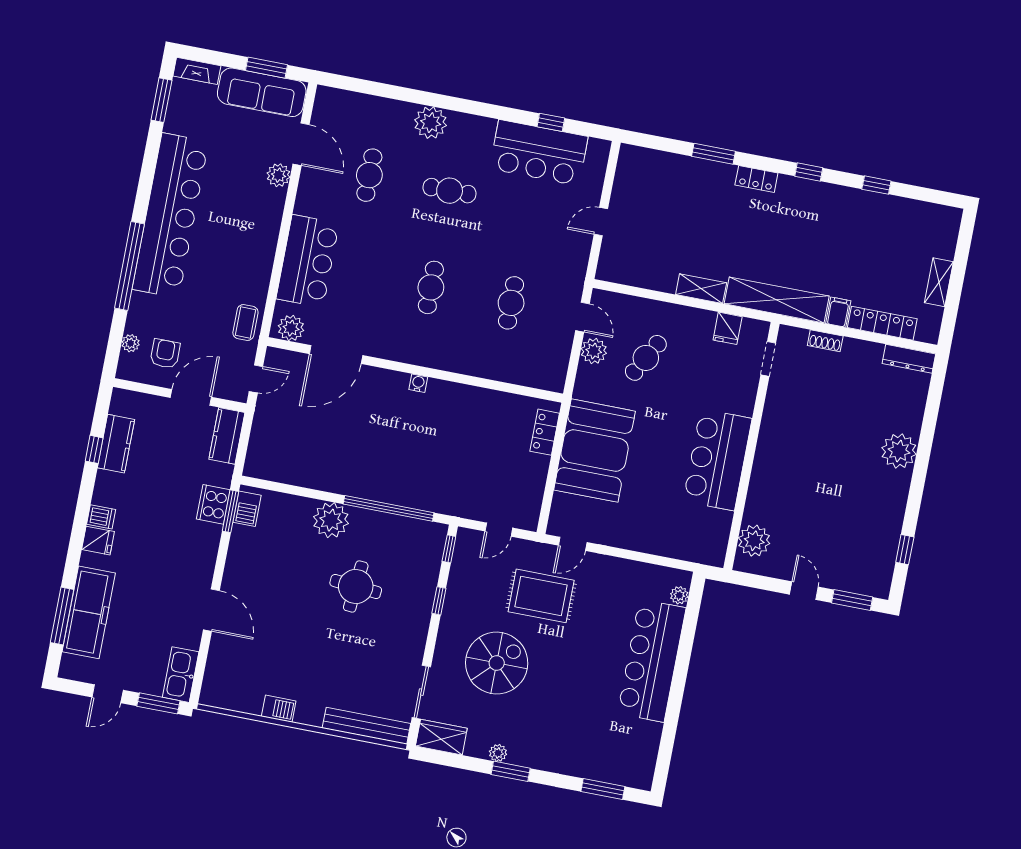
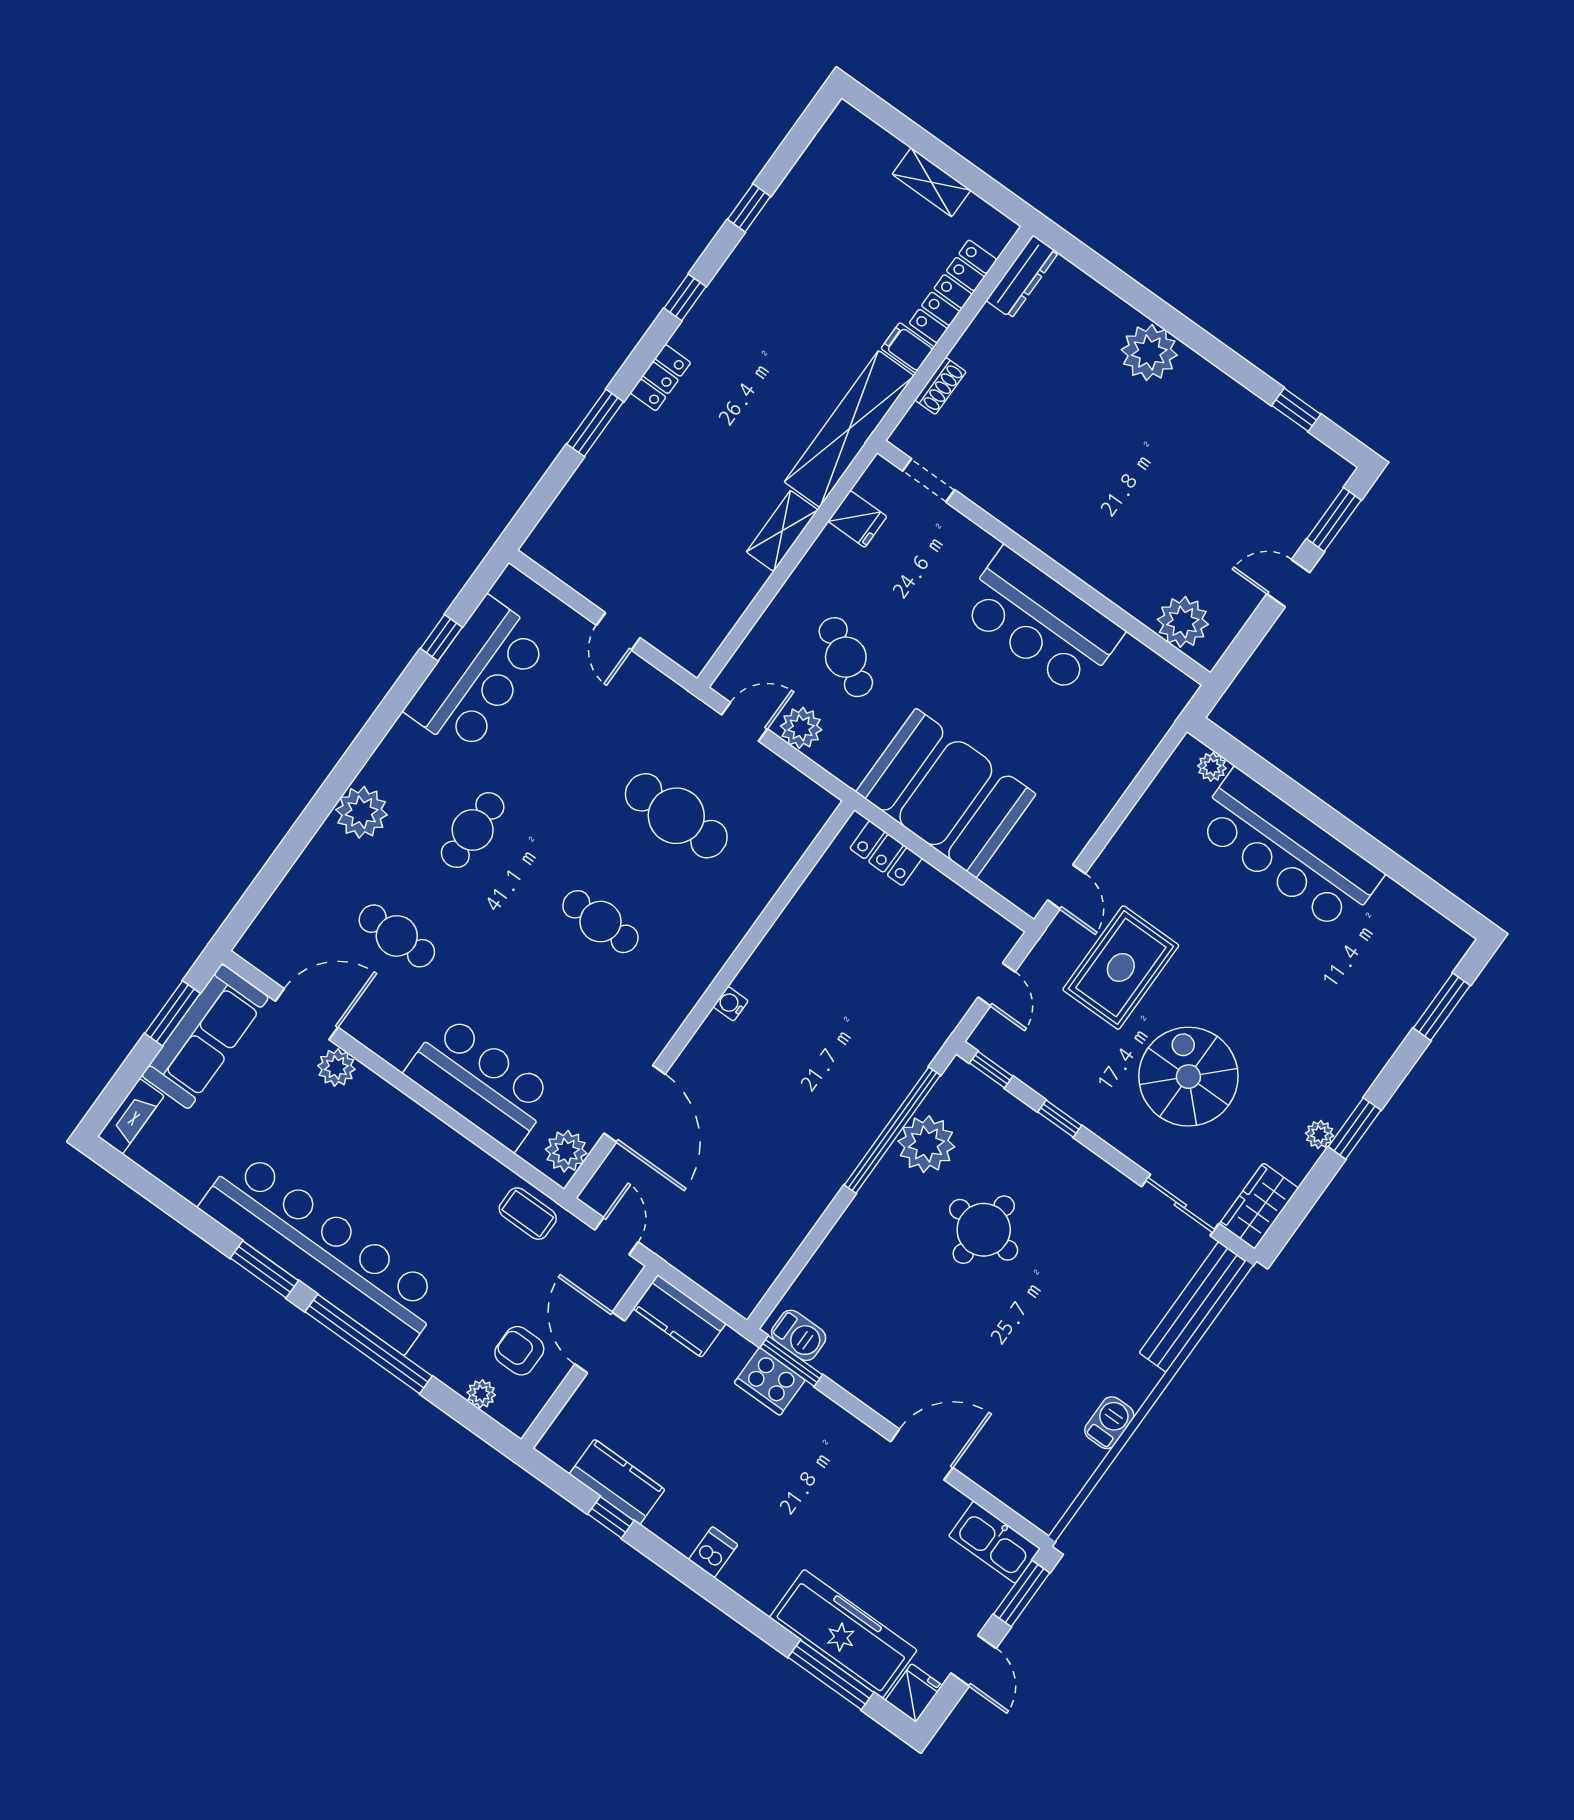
window: (161, 100) -> (264, 1269), moved
cafe table: (511, 303) -> (676, 816), width x1.37, depth x1.35
plant: (331, 520) -> (926, 1144), moved
fridge: (98, 541) -> (914, 1693), moved

